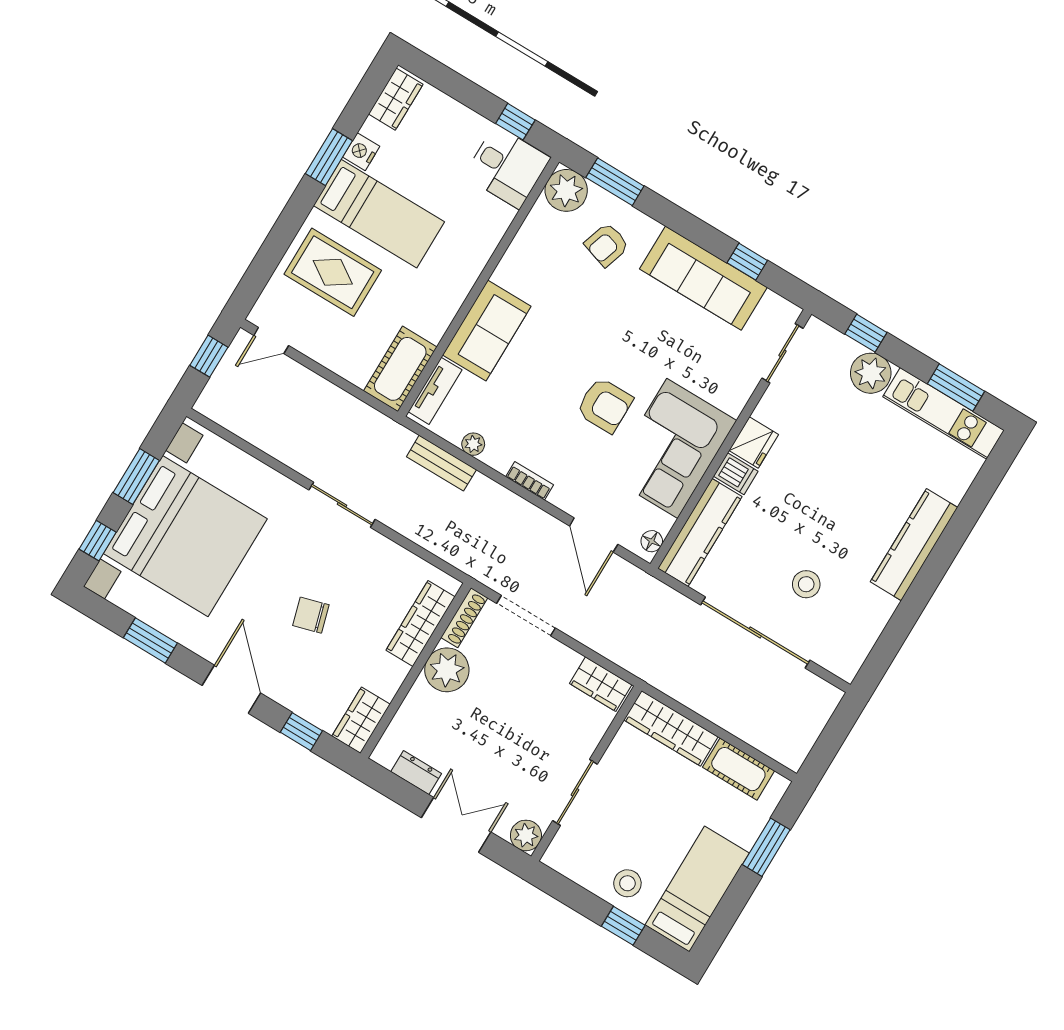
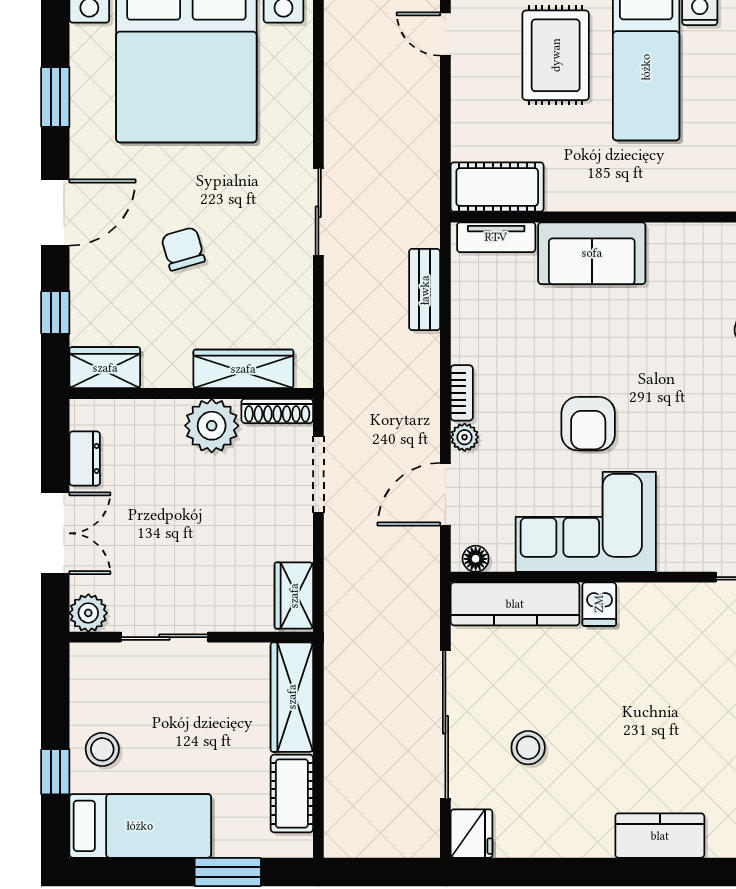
fridge: (754, 443) -> (472, 834), moved, turned -90
plant: (473, 444) -> (465, 437), moved
kitchen counter: (914, 545) -> (660, 836), width x0.67

